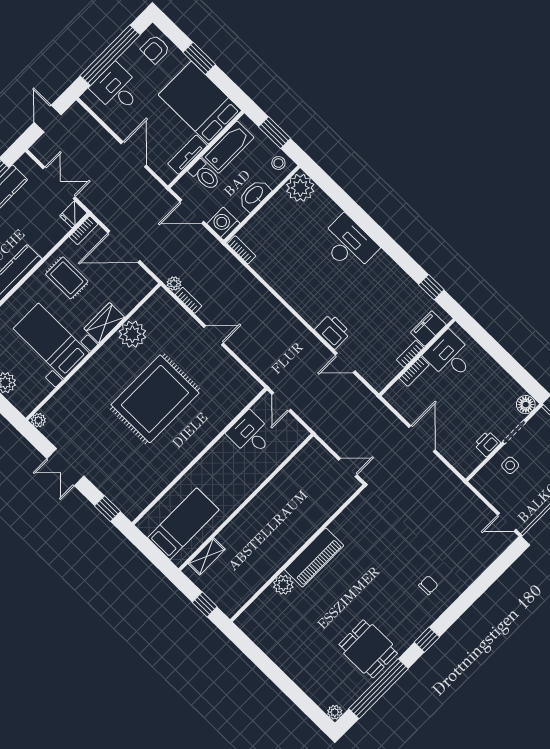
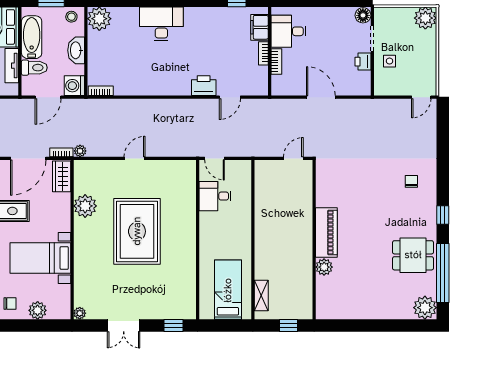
bookcase: (189, 300) -> (61, 152), moved
wardrobe: (104, 323) -> (62, 176), moved
plant: (335, 712) -> (425, 308), width x1.88, depth x1.88

